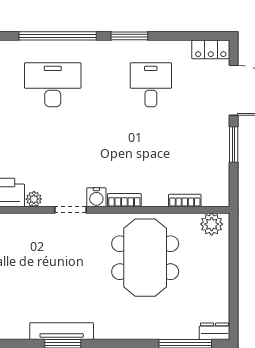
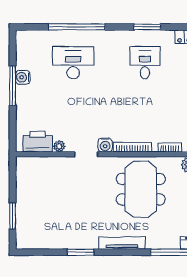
window: (129, 36) -> (147, 27), moved
bookcase: (124, 200) -> (132, 147), width x1.56
tv unit: (62, 331) -> (122, 243), moved

